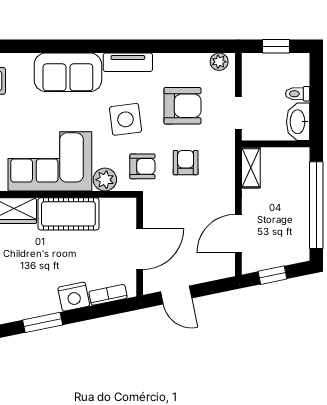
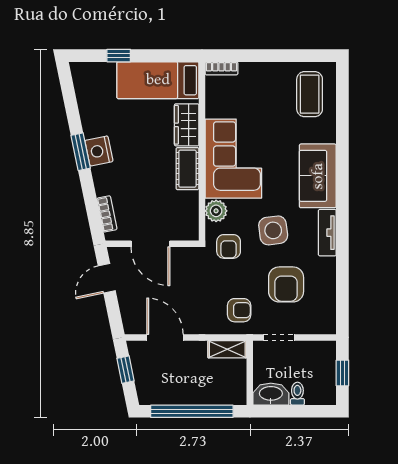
plant: (219, 62) -> (328, 319), removed
armchair: (186, 163) -> (239, 310), moved
cot: (68, 214) -> (187, 169), width x0.73, depth x0.75
nightstand: (74, 297) -> (99, 151), moved

